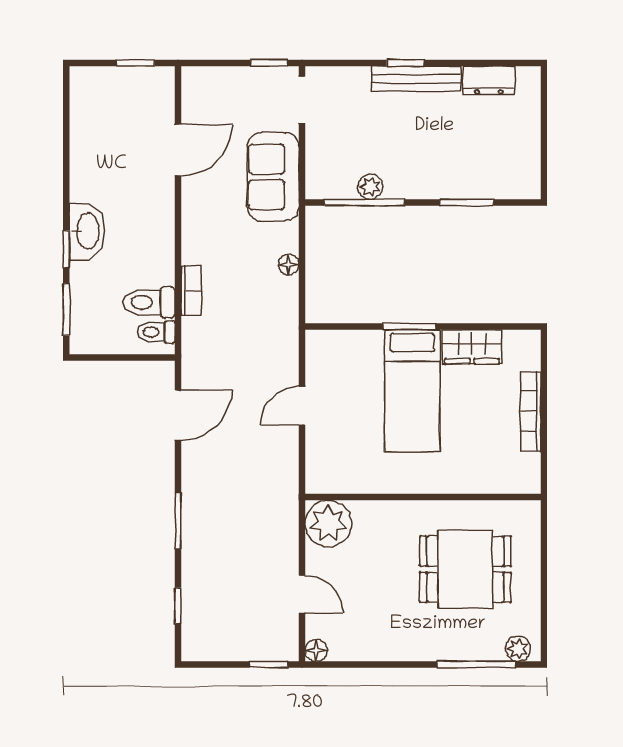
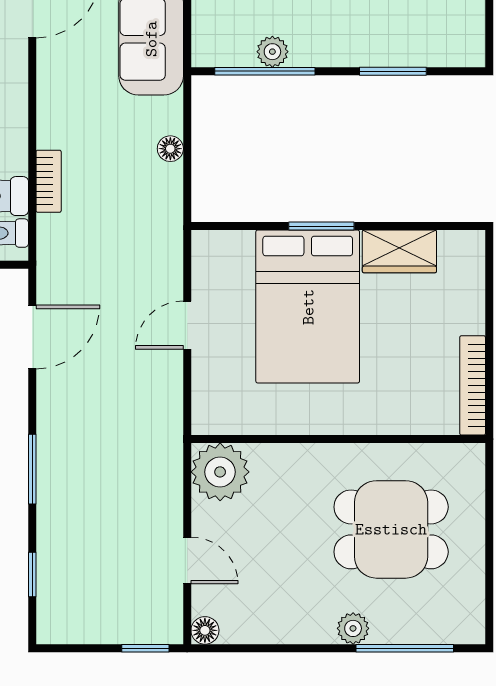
bed: (412, 391) -> (308, 307), width x1.50
bookcase: (531, 411) -> (473, 385), moved
plant: (518, 649) -> (353, 628), moved

